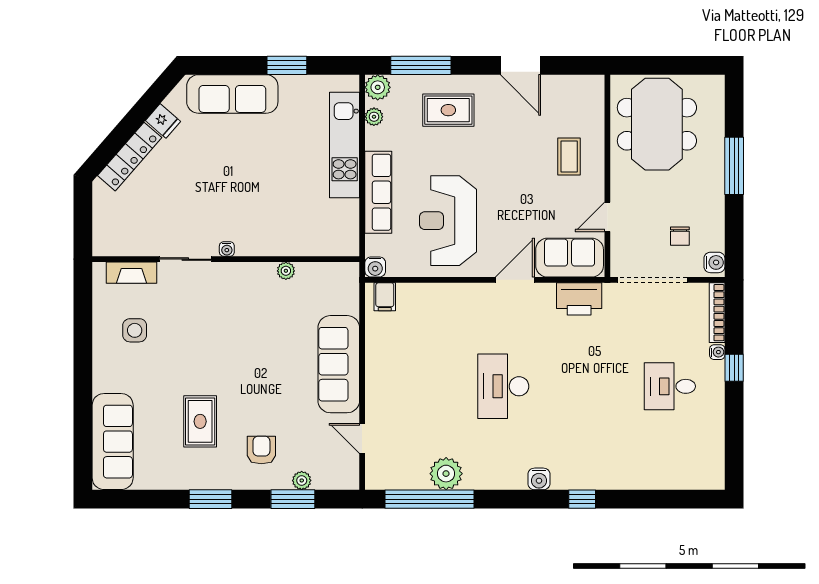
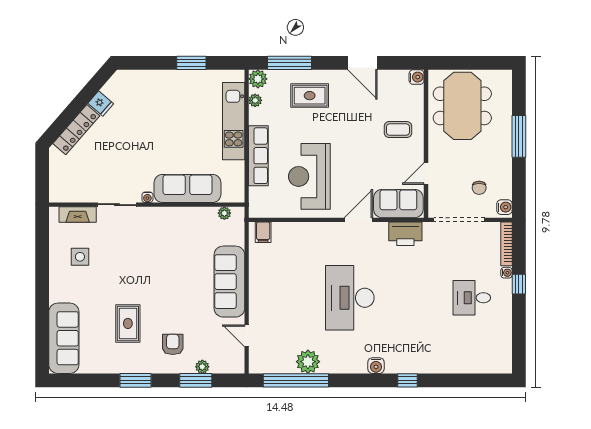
sofa: (232, 94) -> (187, 188), moved, turned 180
coffee table: (569, 157) -> (398, 130), turned 90
water cooler: (375, 267) -> (417, 77), moved, turned -90
plant: (286, 271) -> (224, 213), moved
desk: (503, 386) -> (350, 298), width x1.36, depth x1.30

